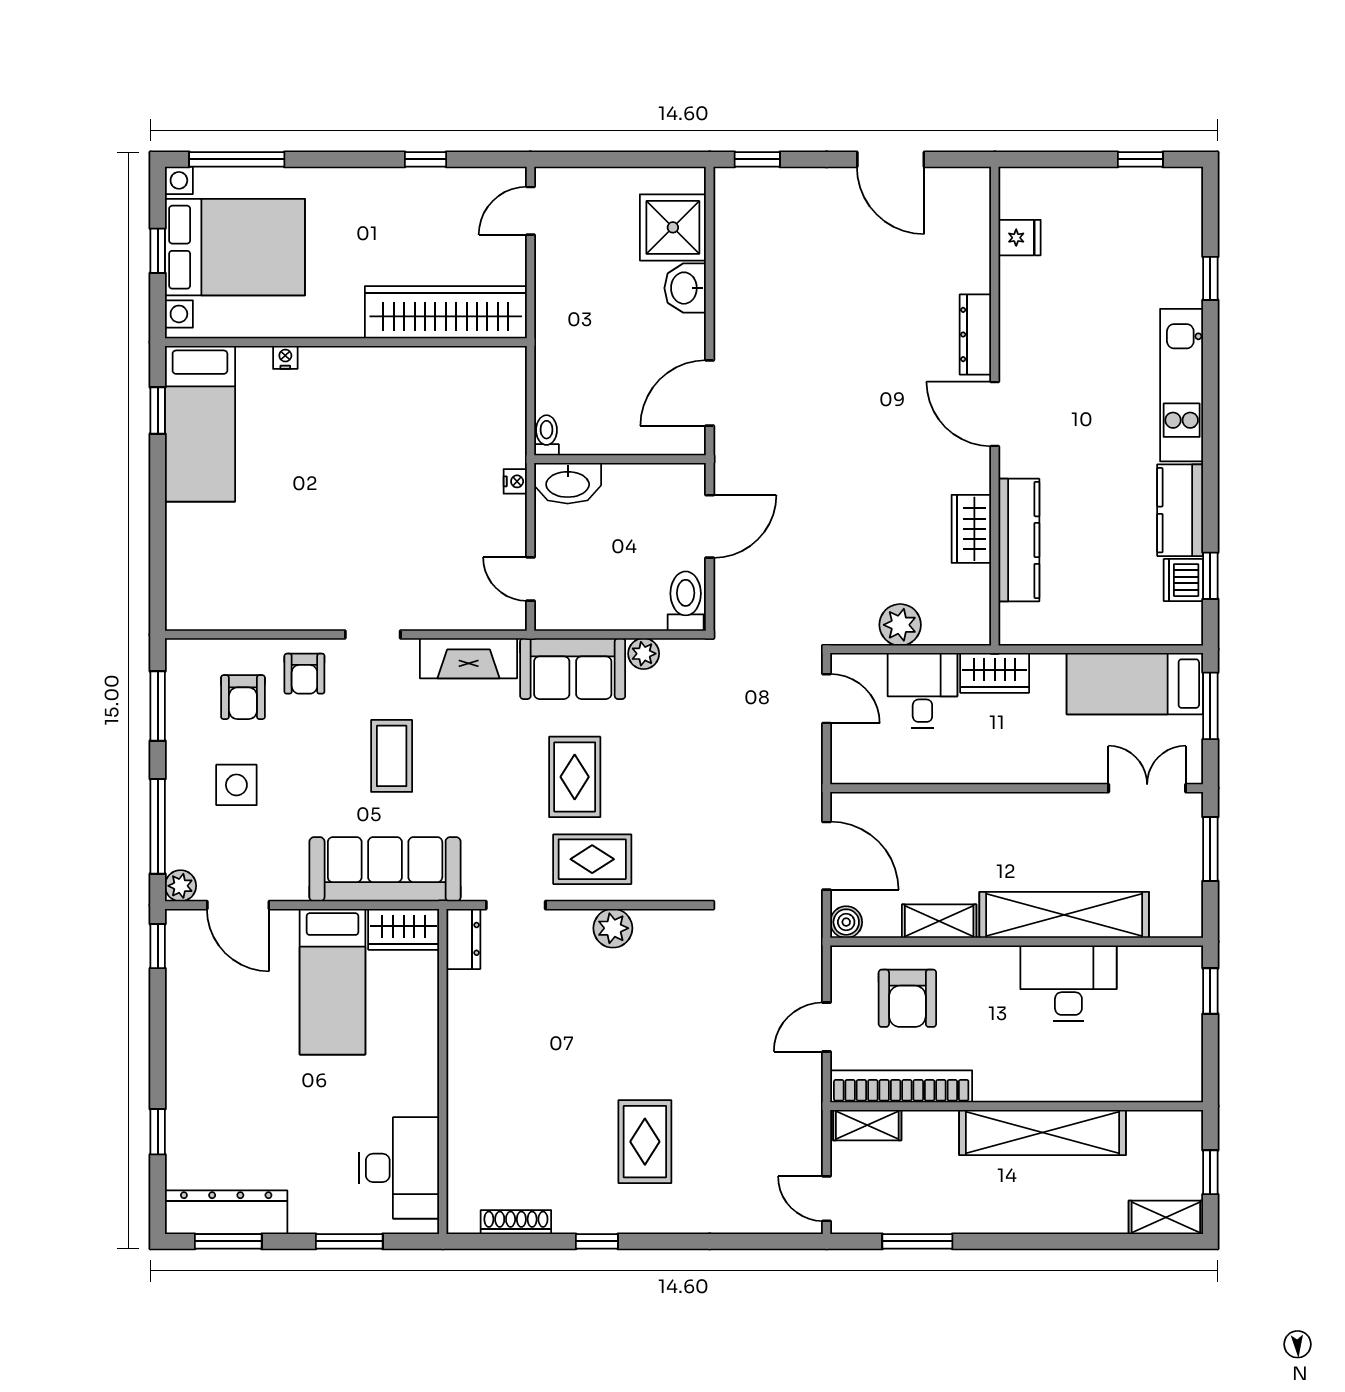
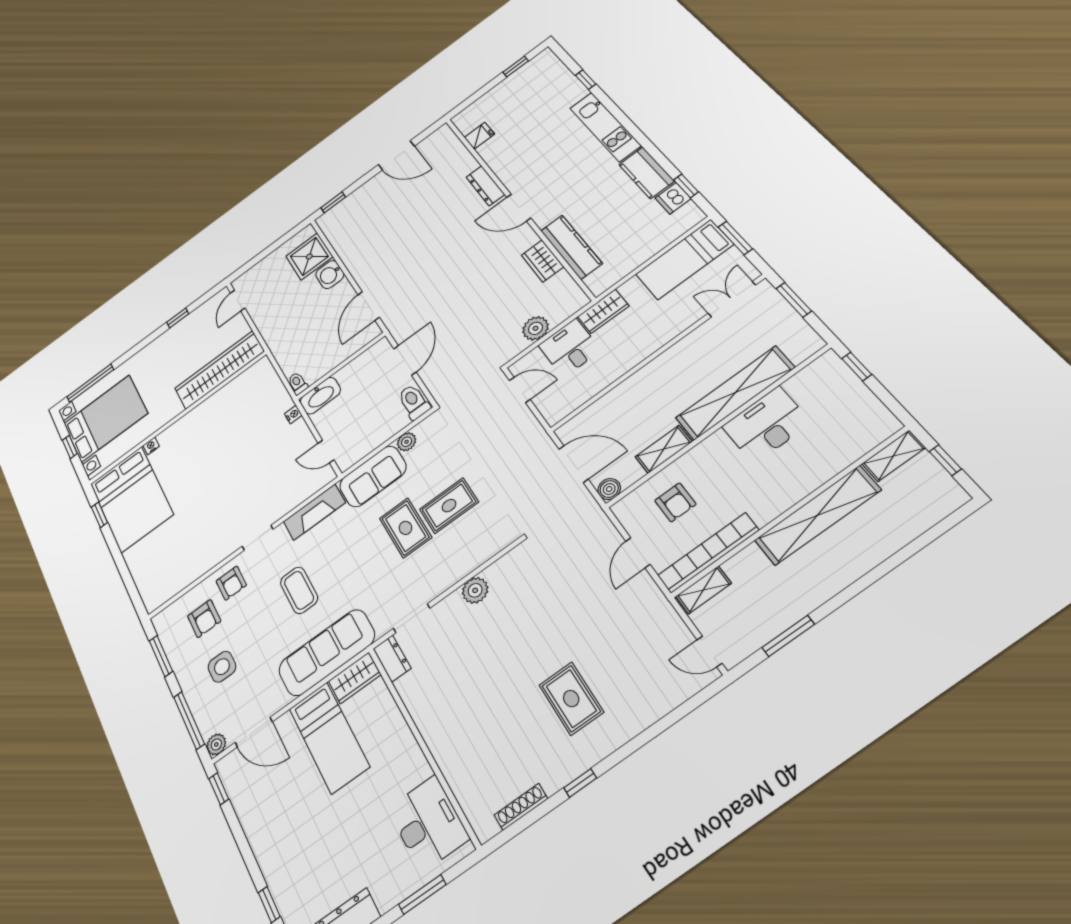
bed: (200, 424) -> (131, 499), width x1.50
rug: (592, 859) -> (449, 506), moved
armchair: (907, 998) -> (675, 502), width x0.72, depth x0.72
shelving: (1166, 1217) -> (893, 456), moved

